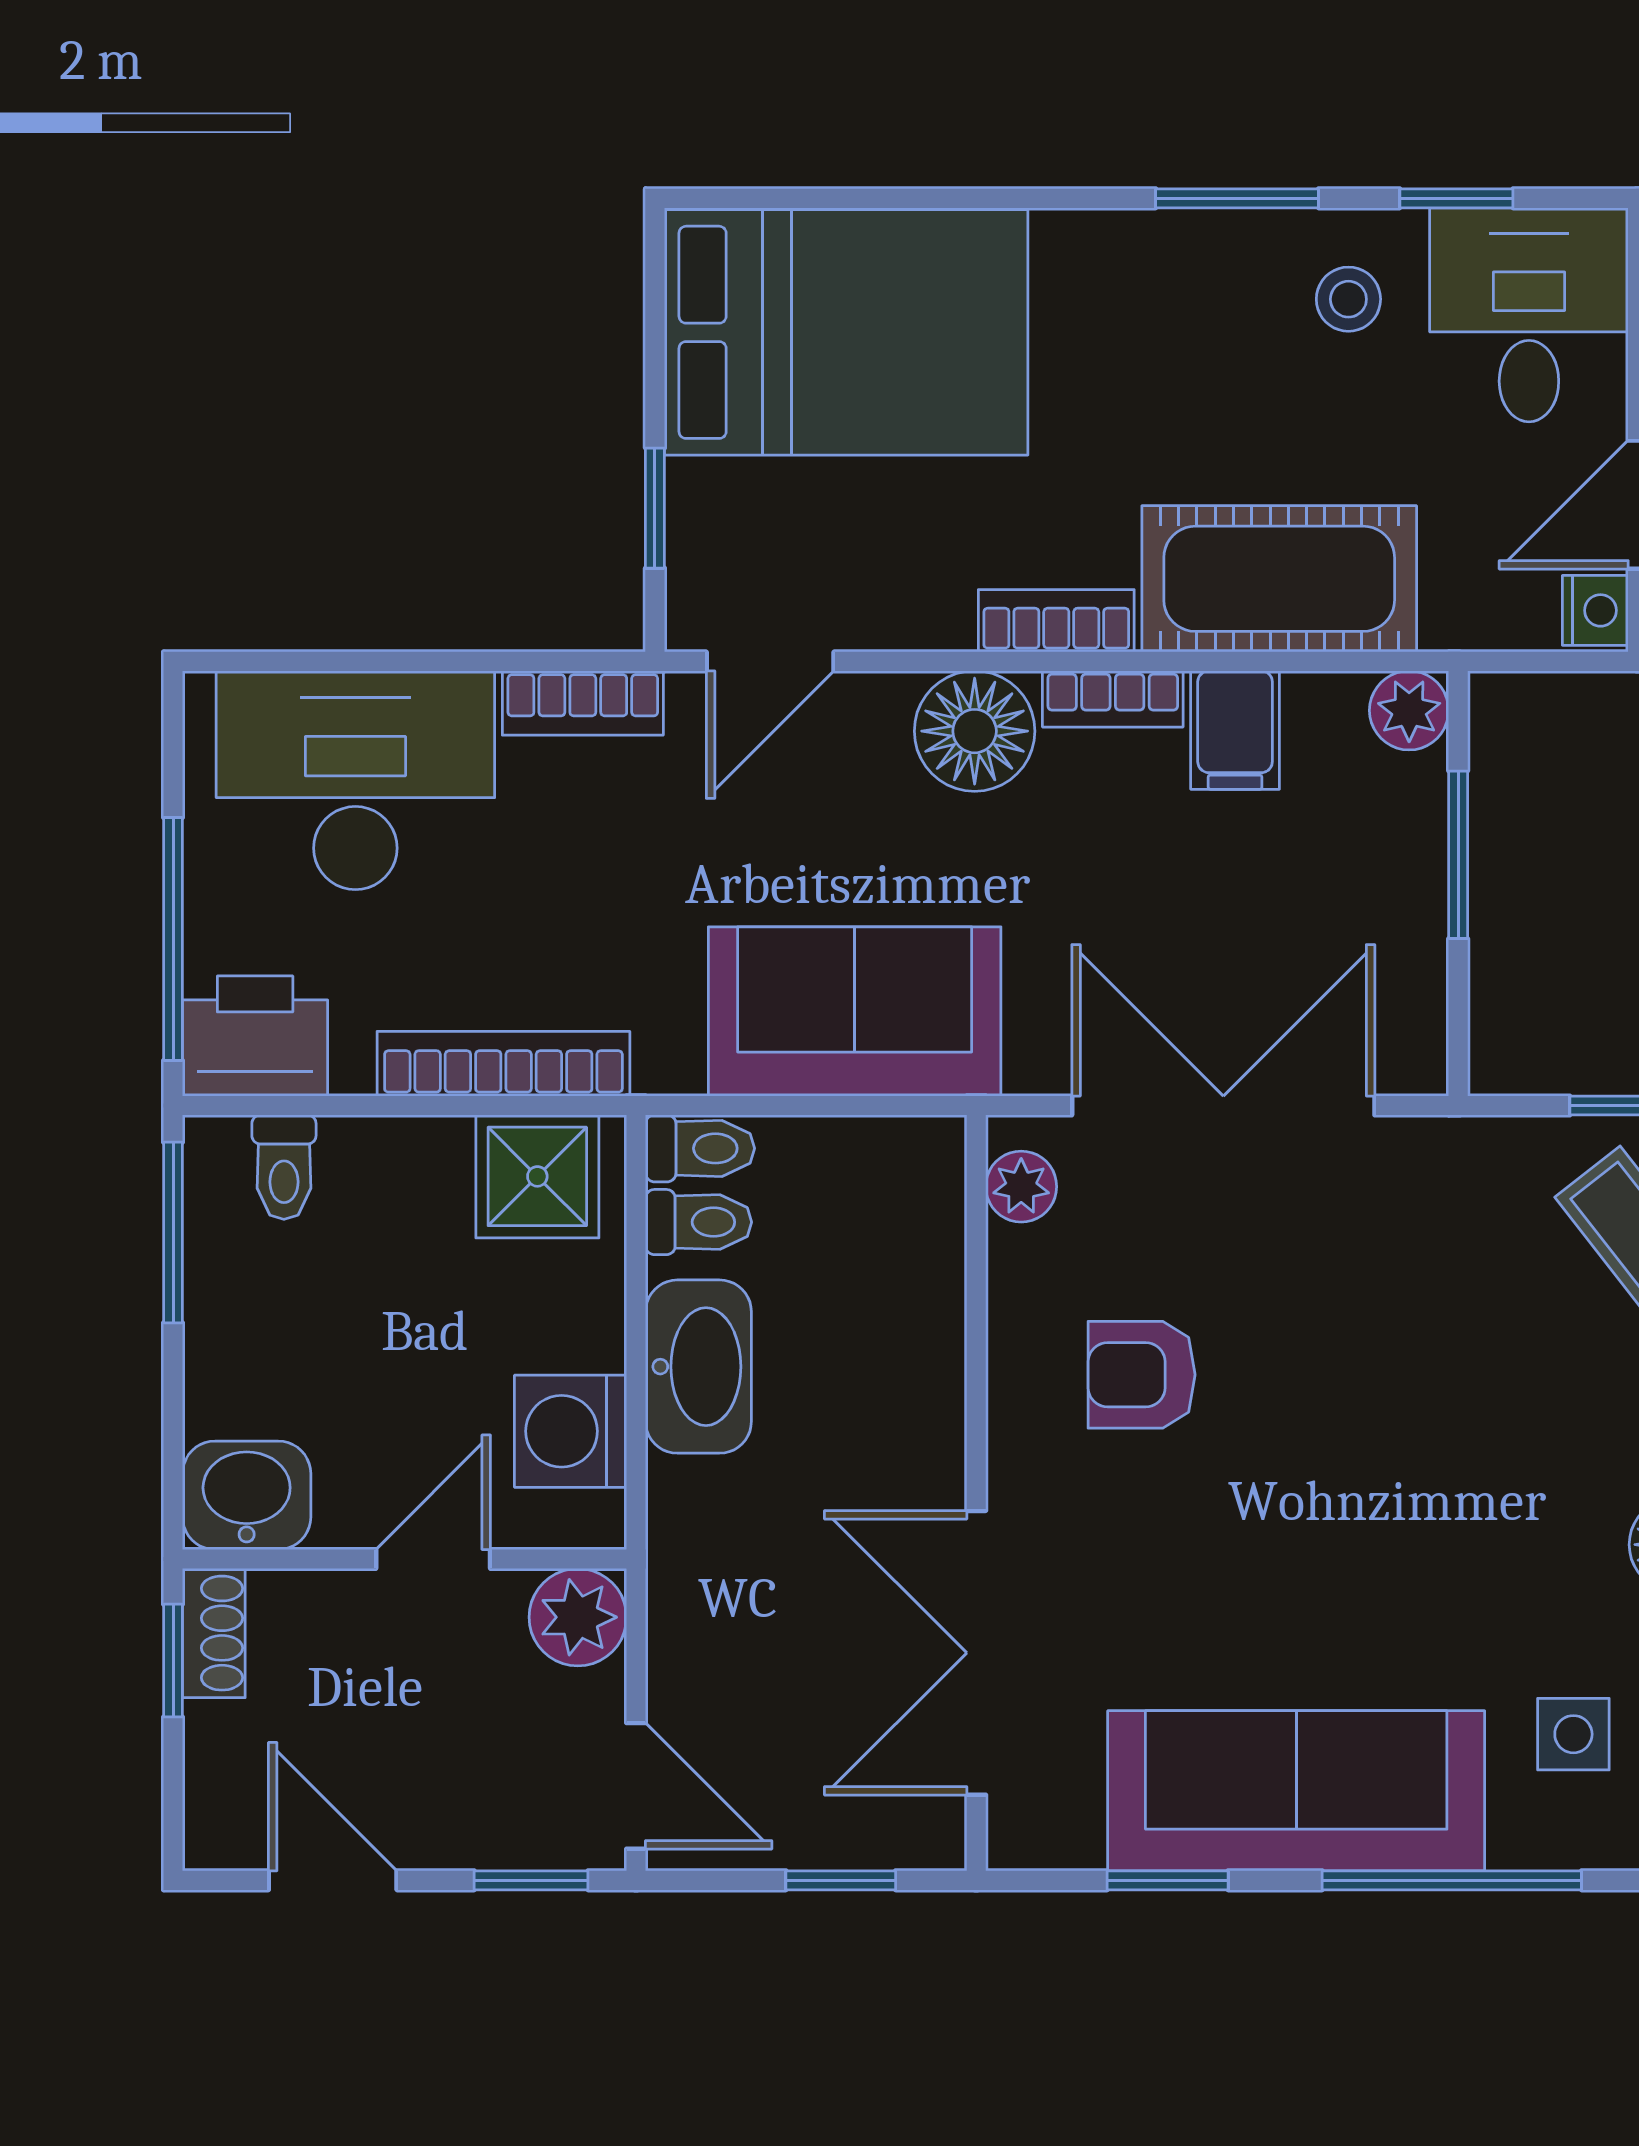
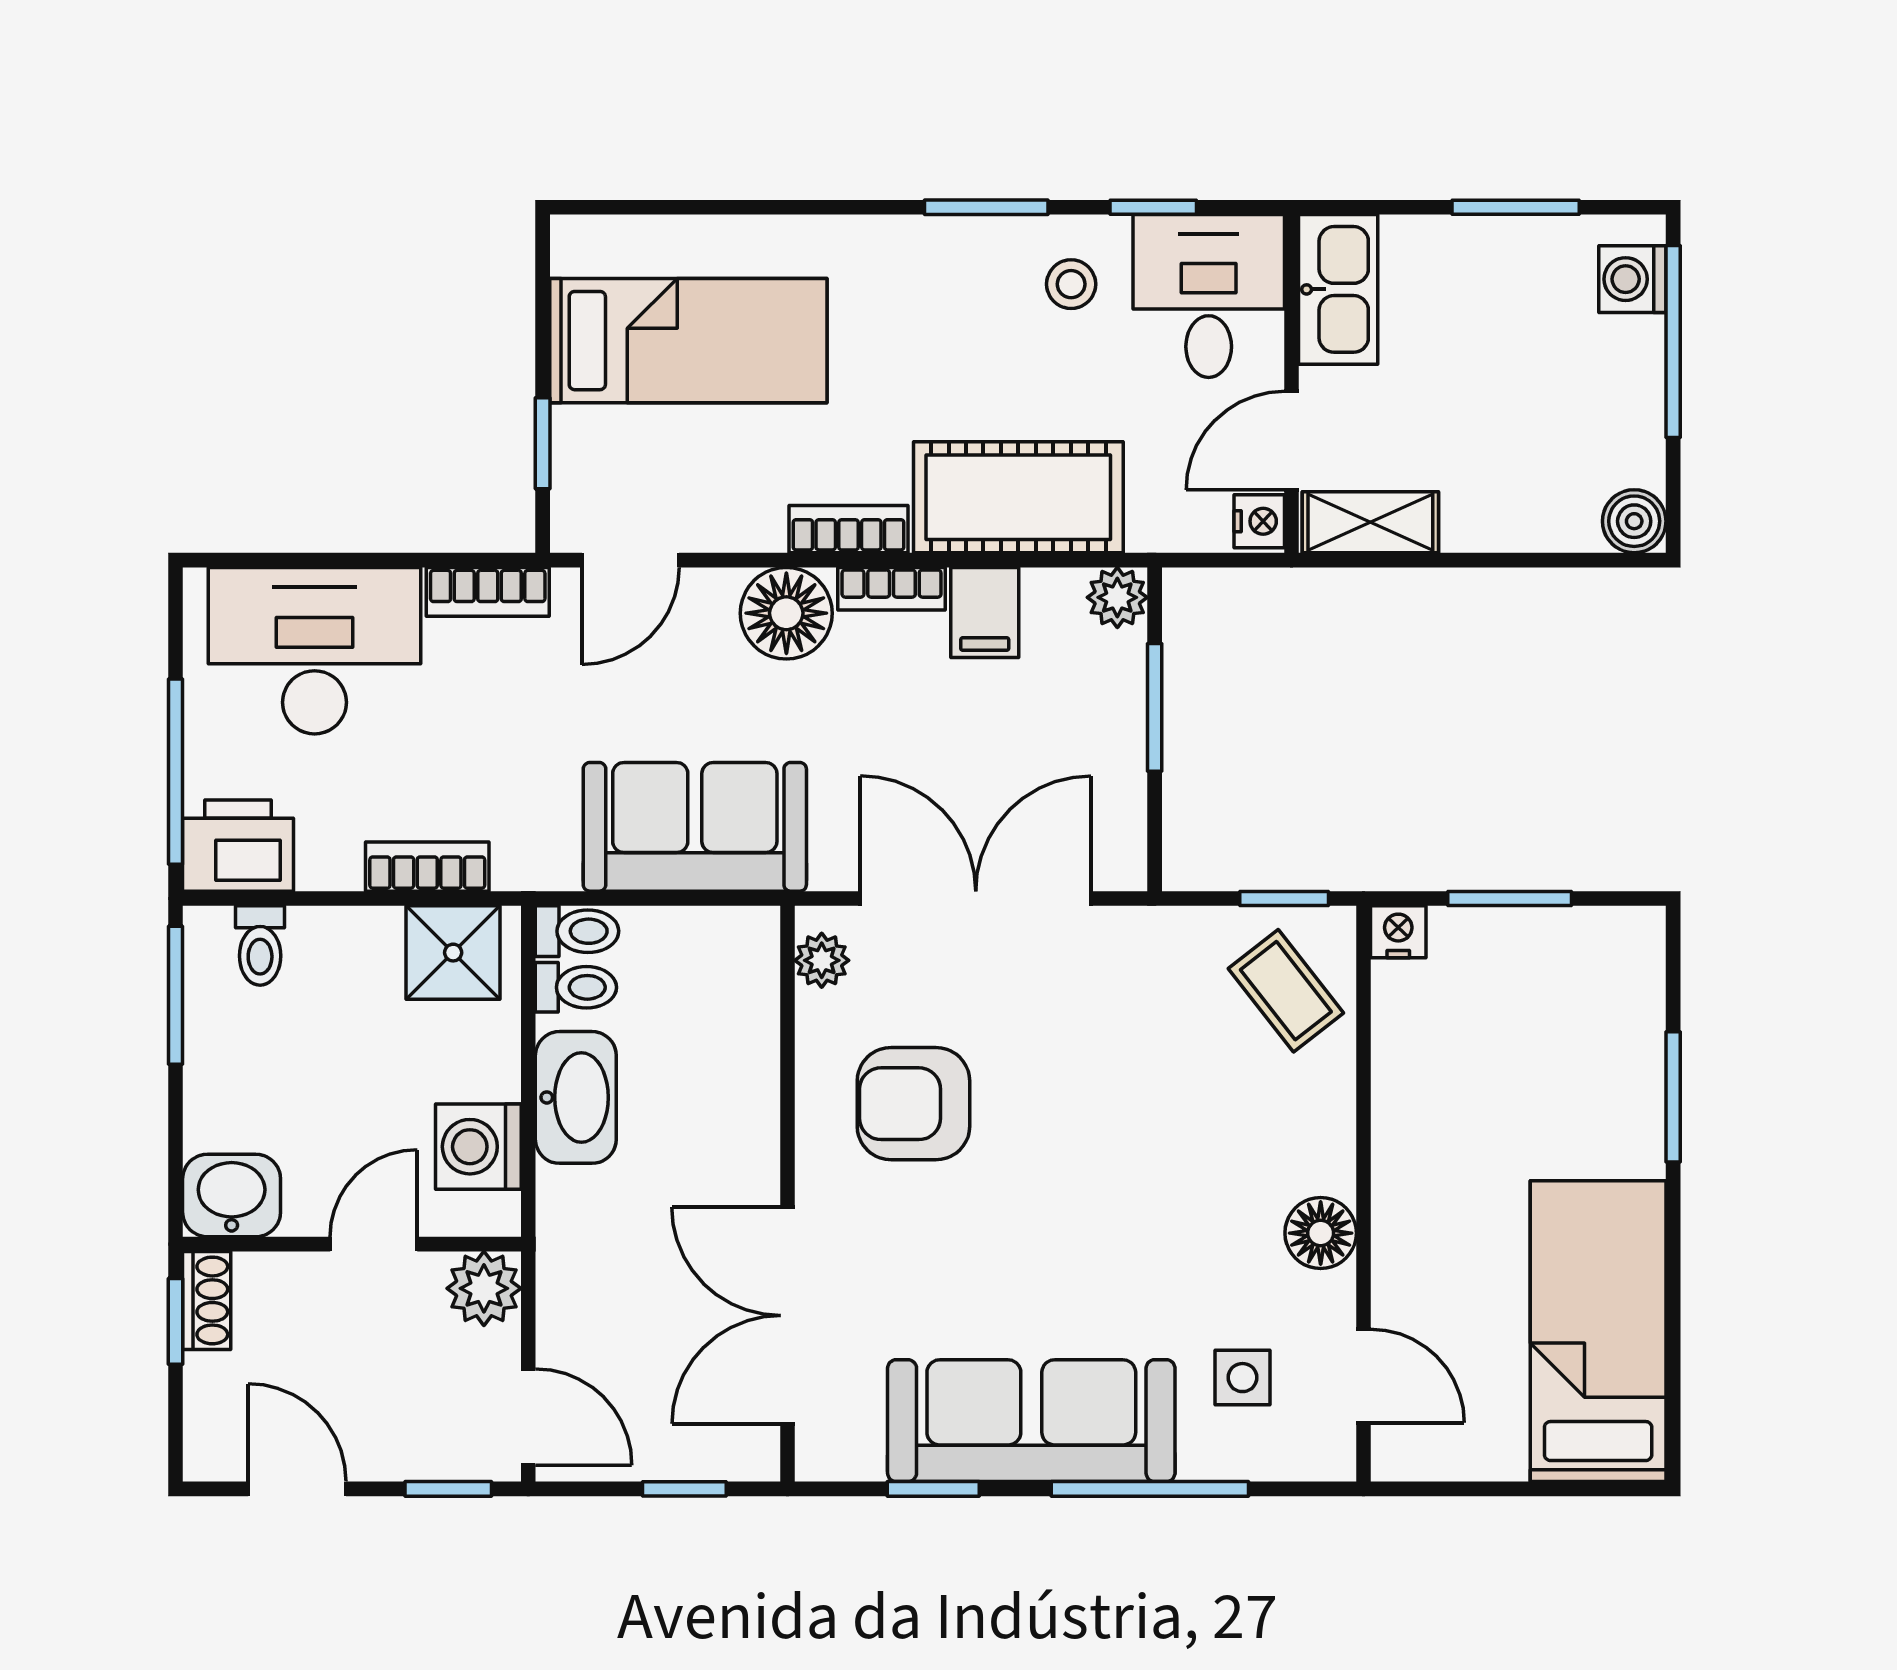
bed: (846, 332) -> (688, 341), width x0.67
bookcase: (503, 1064) -> (427, 867), width x0.64
armchair: (1142, 1375) -> (913, 1104), width x1.38, depth x1.38

